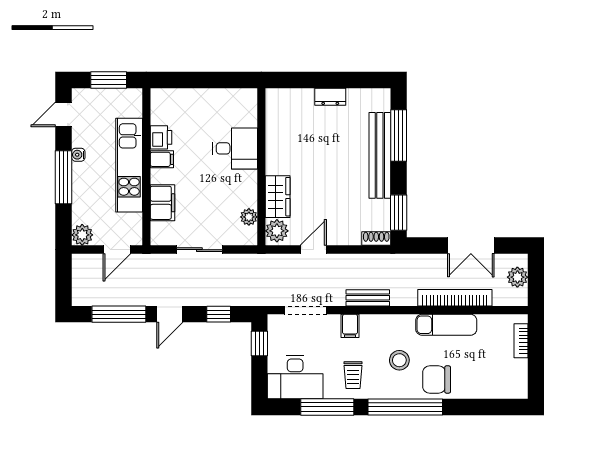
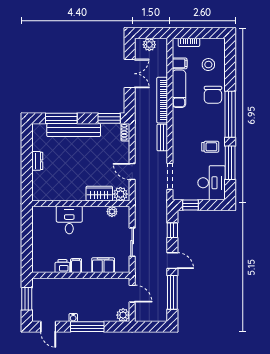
kitchen unit: (129, 165) -> (80, 286), removed
bookcase: (455, 298) -> (162, 100), moved
filing cabinet: (350, 326) -> (180, 63), moved
stool: (399, 360) -> (208, 65), moved

